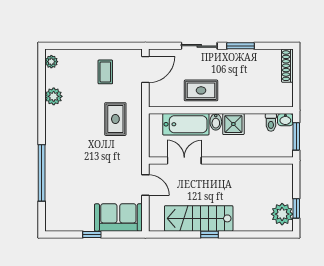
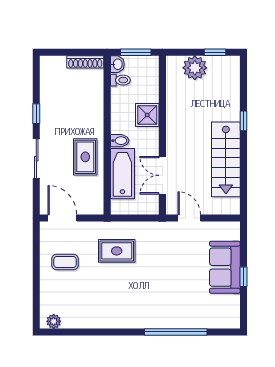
window: (240, 46) -> (36, 114), width x0.67
shoe rack: (287, 66) -> (85, 62), moved
plant: (54, 96) -> (92, 319), removed
shower: (233, 124) -> (147, 115), moved
door: (145, 185) -> (189, 218), hinge flipped
plant: (282, 214) -> (195, 68), moved
sofa: (118, 217) -> (225, 267), moved
window: (209, 234) -> (243, 121), moved

